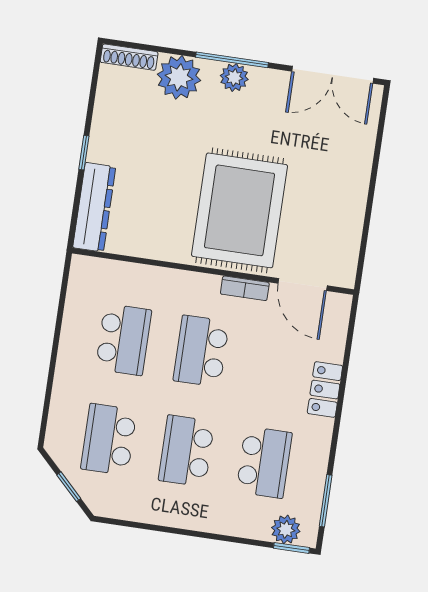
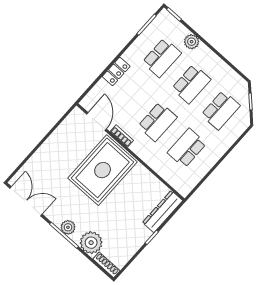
school desk: (264, 462) -> (162, 58), turned 180
plant: (286, 529) -> (192, 42), moved

